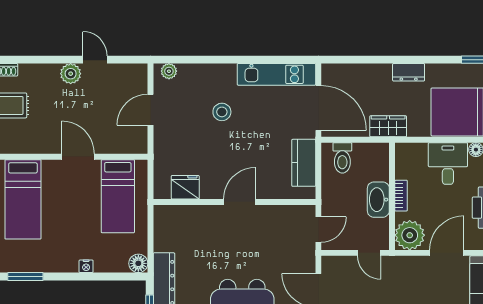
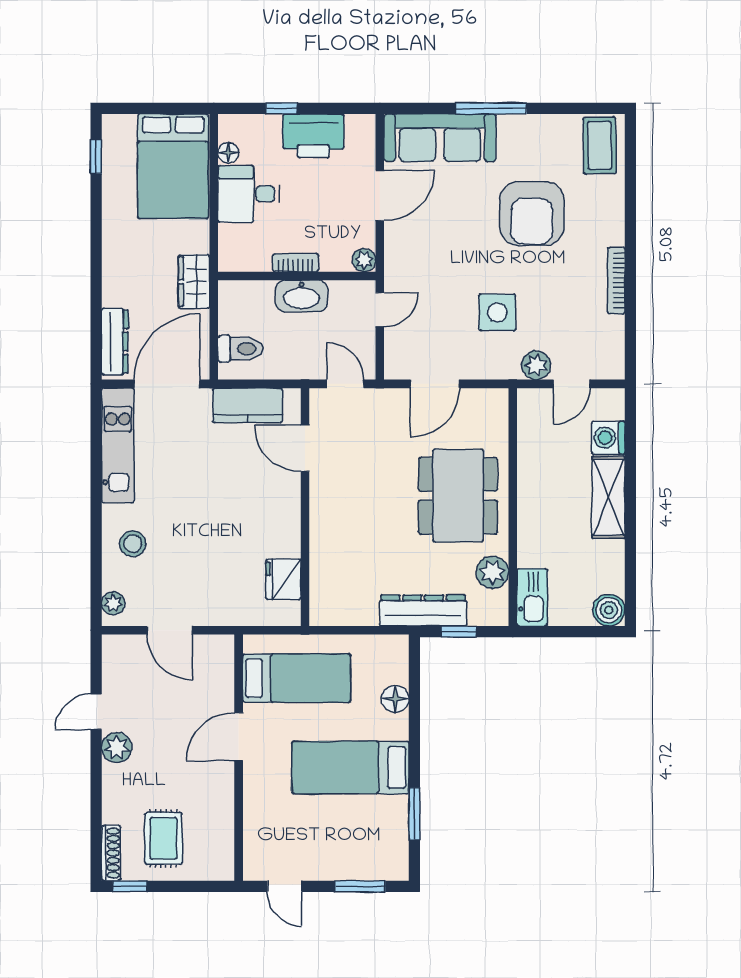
dresser: (409, 72) -> (115, 342), moved, width x1.44
stool: (222, 112) -> (133, 544), moved
bed: (23, 199) -> (350, 767), moved, turned 180
door: (240, 202) -> (305, 448), moved
plant: (410, 235) -> (364, 260), width x0.53, depth x0.53
door: (447, 253) -> (380, 195), swing flipped
floor lamp: (138, 263) -> (395, 699), moved
nightstand: (86, 266) -> (399, 725), removed

